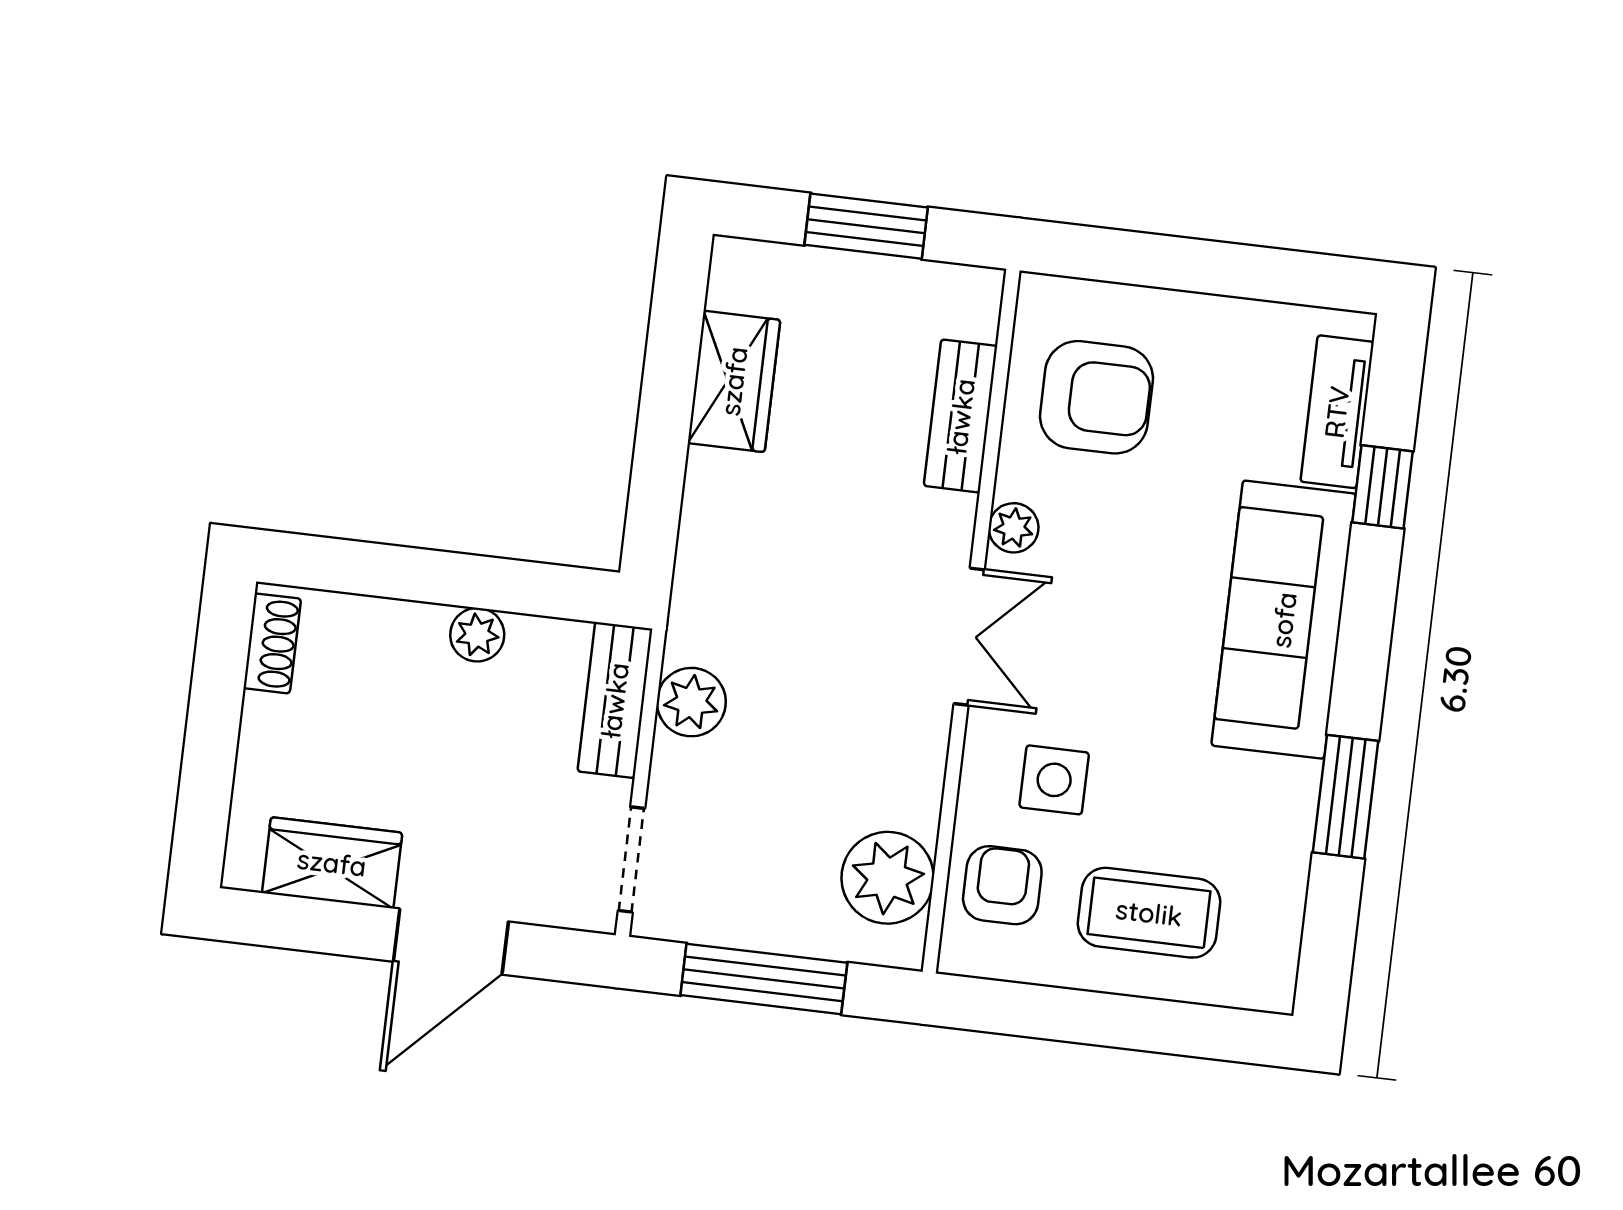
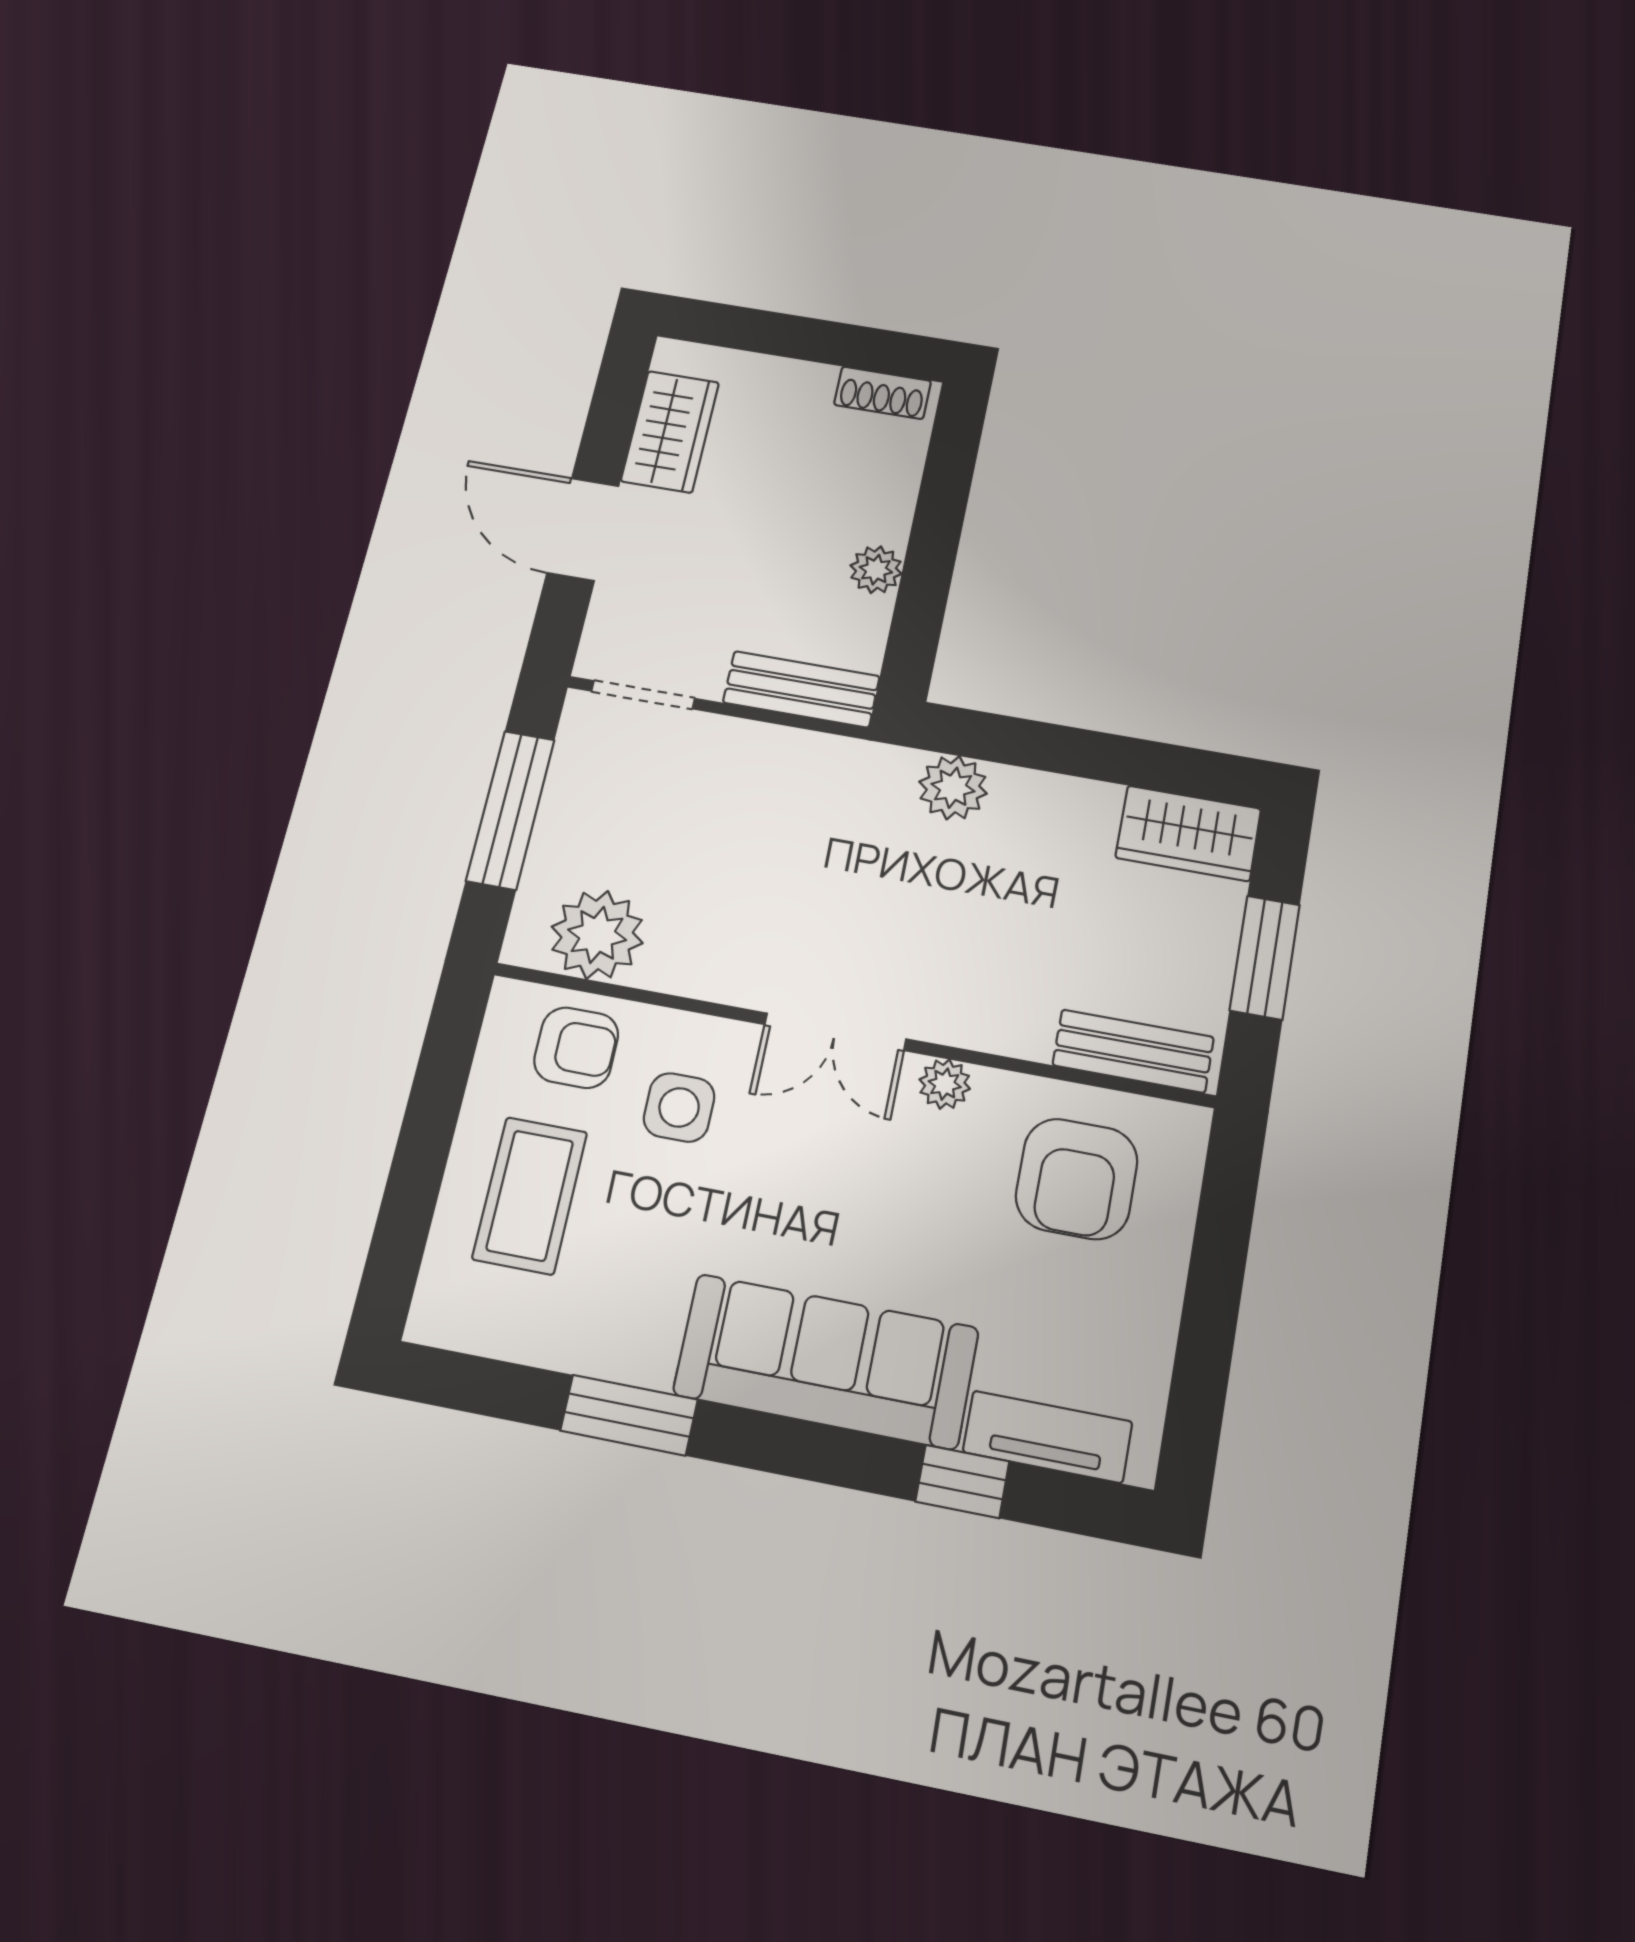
wardrobe: (734, 381) -> (1188, 833), moved
bench: (961, 416) -> (1133, 1051), moved
plant: (691, 702) -> (953, 788), moved

